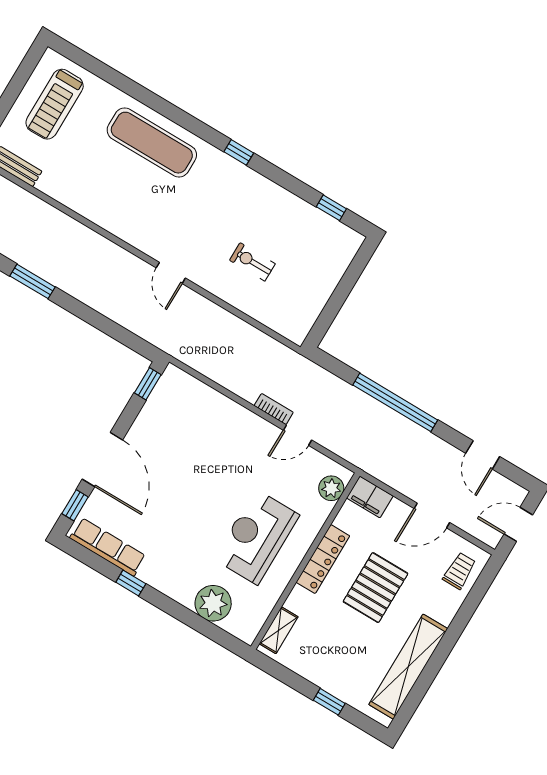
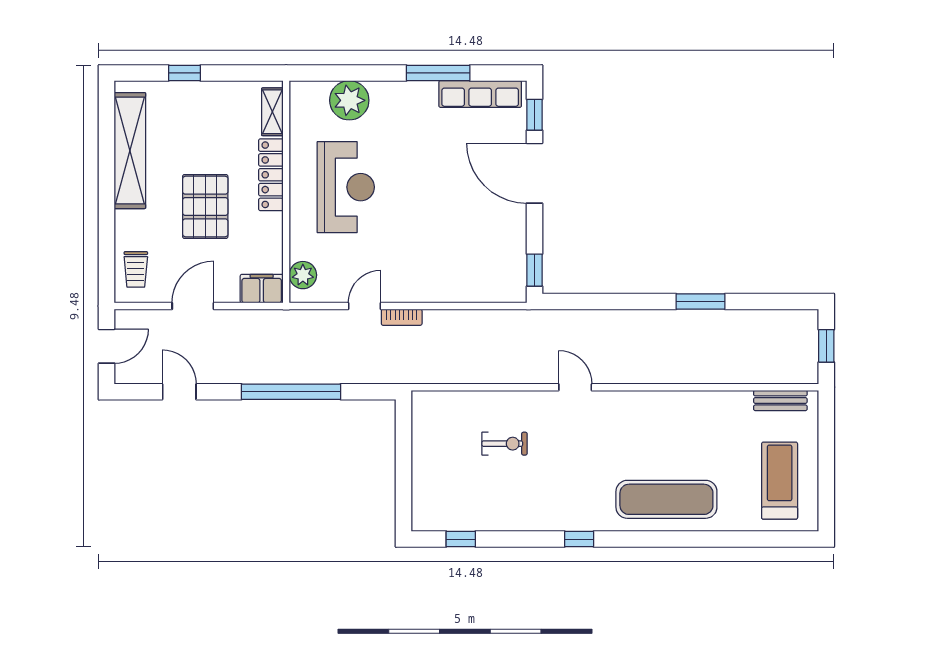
locker: (323, 559) -> (271, 175), moved
window: (131, 583) -> (438, 73), width x2.17

